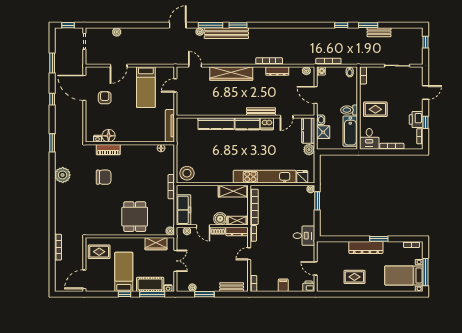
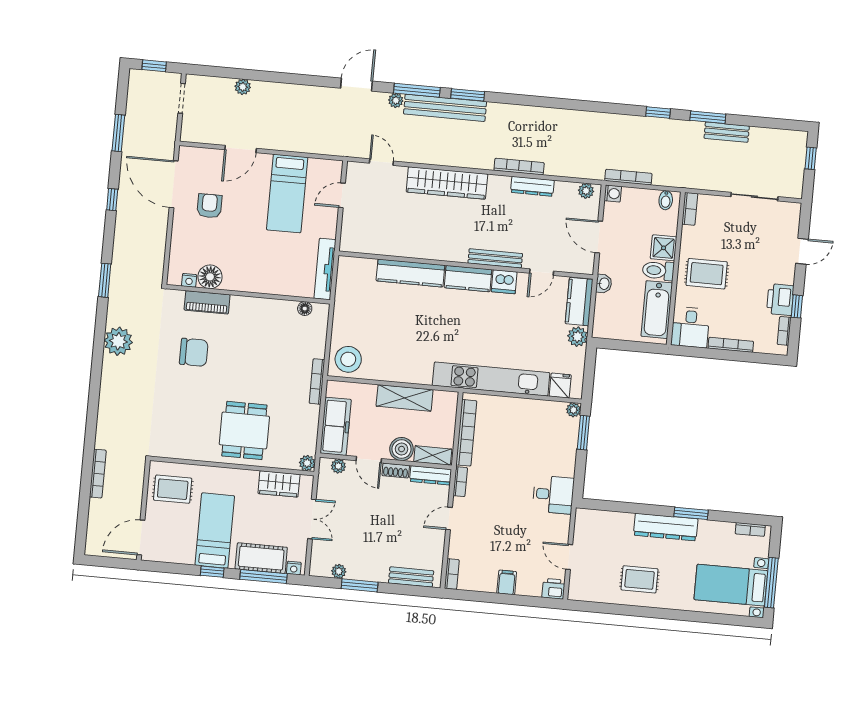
shower: (323, 132) -> (664, 248), moved
shelving: (233, 191) -> (405, 398), moved

